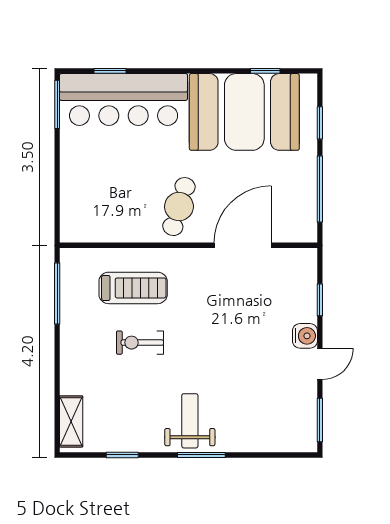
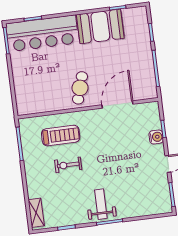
booth: (244, 112) -> (100, 26), width x0.73, depth x0.70
water cooler: (305, 336) -> (156, 137), moved

